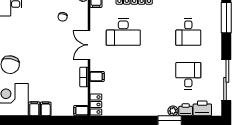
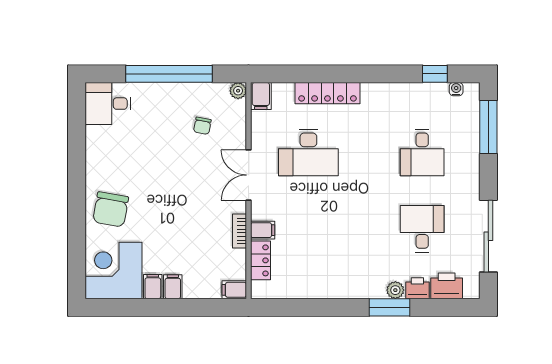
locker: (96, 105) -> (261, 260), moved

